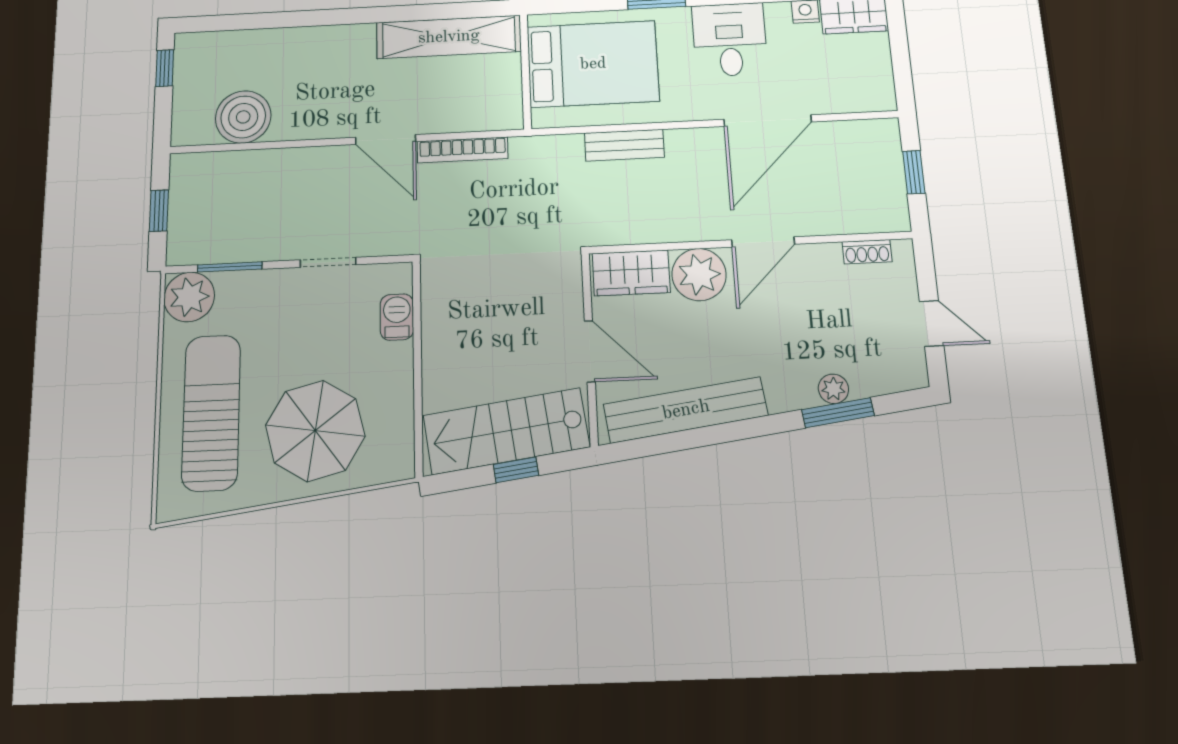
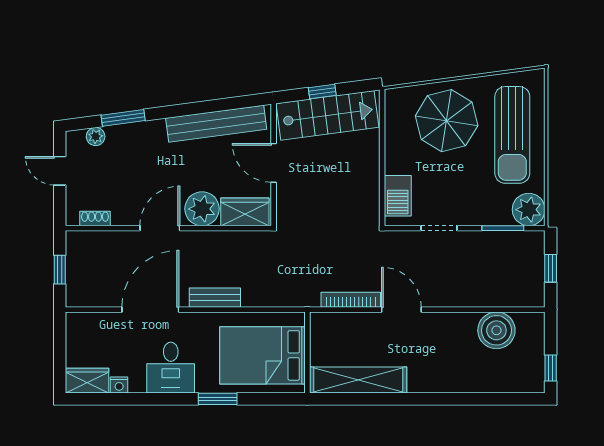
bench: (624, 145) -> (215, 298), moved
barbecue: (397, 317) -> (398, 196), width x1.38, depth x1.27
plant: (833, 389) -> (96, 137), moved

